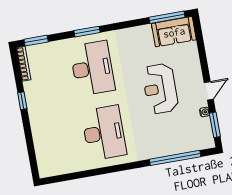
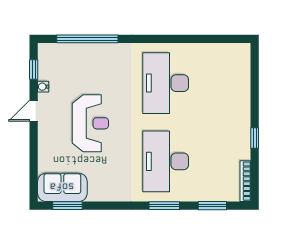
window: (167, 17) -> (67, 206), width x0.69
window: (36, 41) -> (212, 206), moved
window: (215, 125) -> (34, 69), width x0.67

